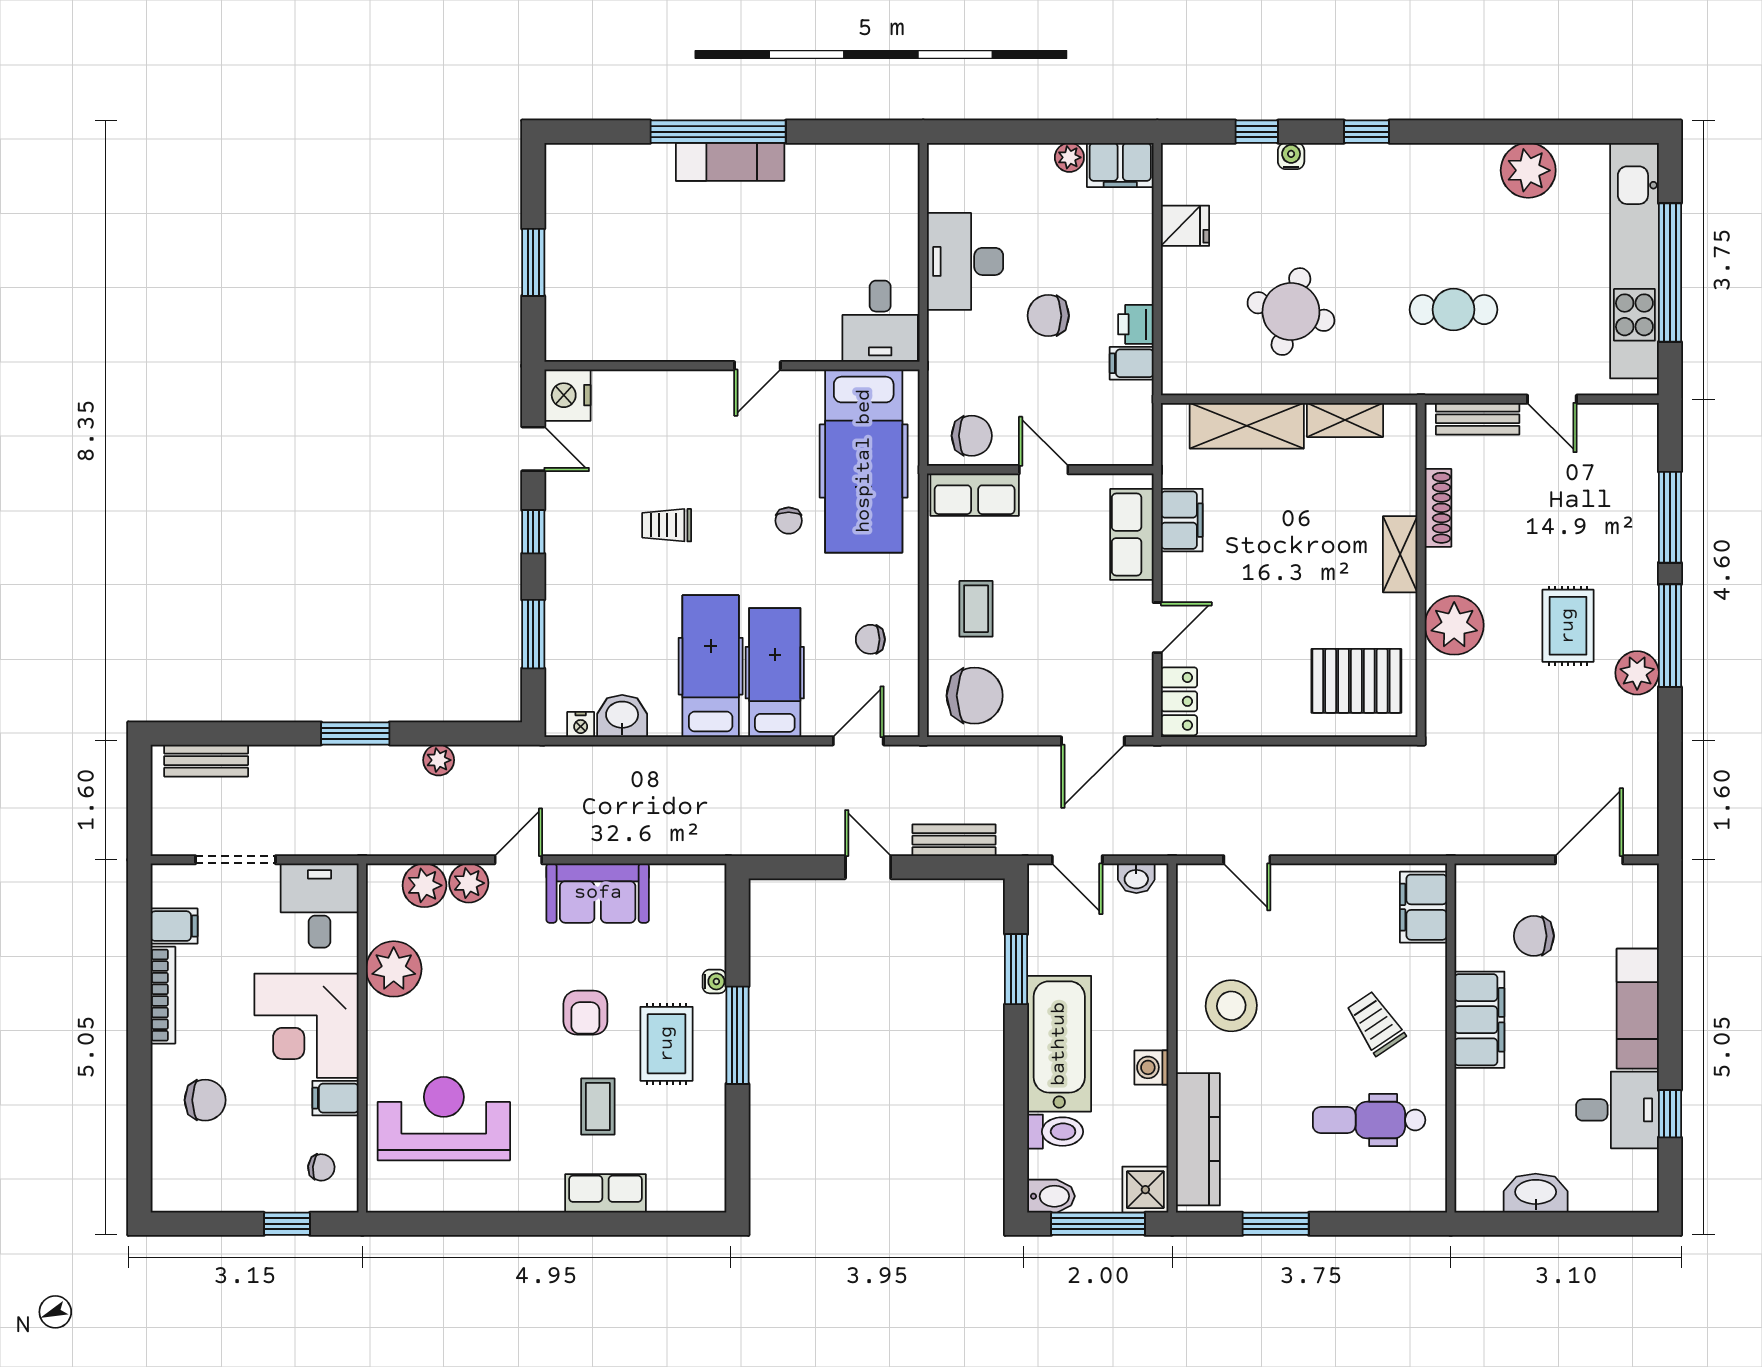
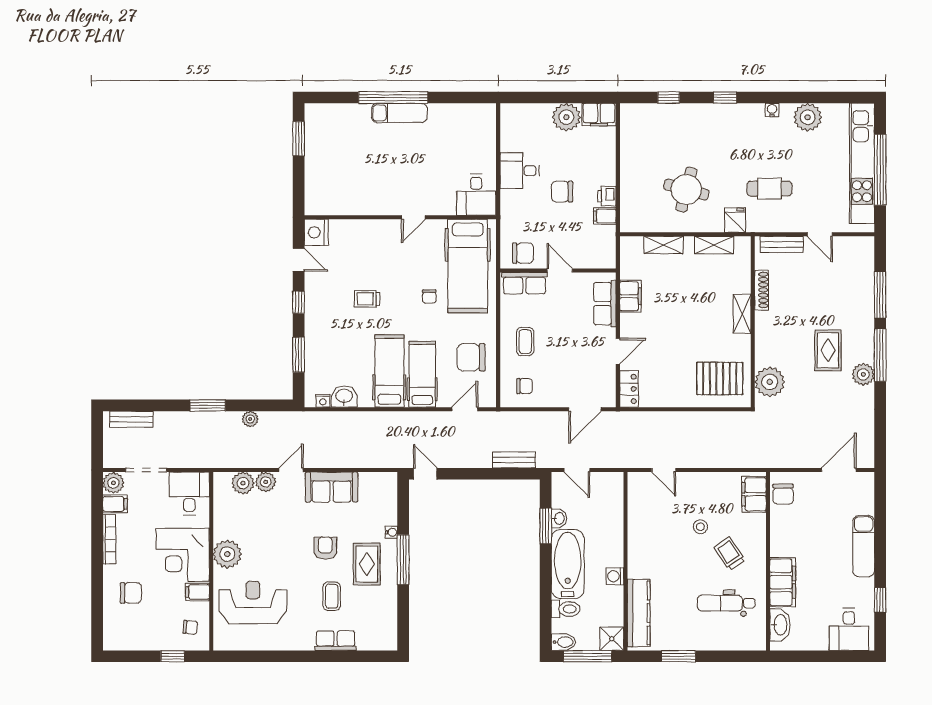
water cooler: (1291, 156) -> (772, 110), moved
plant: (1069, 157) -> (566, 117), width x1.88, depth x1.88
fridge: (1185, 226) -> (735, 220), moved, turned -90
desk: (965, 261) -> (520, 171), width x0.73
window: (533, 262) -> (299, 139), moved
shelving: (1247, 426) -> (664, 245), width x0.67, depth x0.75
plant: (1454, 625) -> (770, 382), moved
chair: (870, 639) -> (471, 357), width x1.87, depth x1.87
chair: (975, 696) -> (524, 386), width x0.54, depth x0.54
door: (868, 867) -> (425, 474), moved
washbasin: (1136, 878) -> (559, 518), moved, turned -90
plant: (171, 885) -> (113, 483), added
chair: (1534, 936) -> (783, 494), moved, turned -90
plant: (394, 969) -> (227, 554), moved
stool: (1231, 1006) -> (700, 527), moved, width x0.53, depth x0.53
armchair: (585, 1013) -> (325, 548), turned 180
filing cabinet: (1479, 1020) -> (783, 582), moved
desk: (1617, 1110) -> (849, 629), moved, turned 90
washbasin: (1536, 1193) -> (780, 625), moved, turned 90

